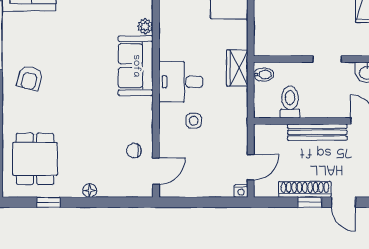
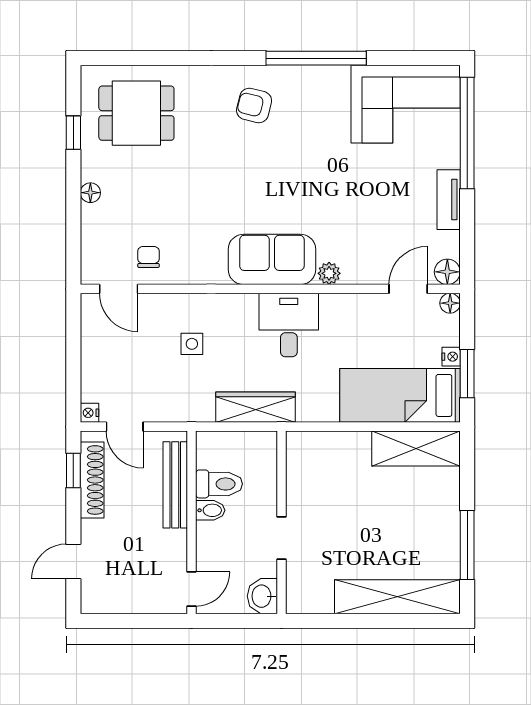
wardrobe: (237, 68) -> (255, 407), width x1.50
bidet: (264, 75) -> (210, 510), moved, turned -90
desk: (181, 82) -> (289, 325), moved
bench: (317, 132) -> (175, 485), moved
shoe rack: (305, 189) -> (92, 480), moved
window: (310, 202) -> (73, 471), moved

